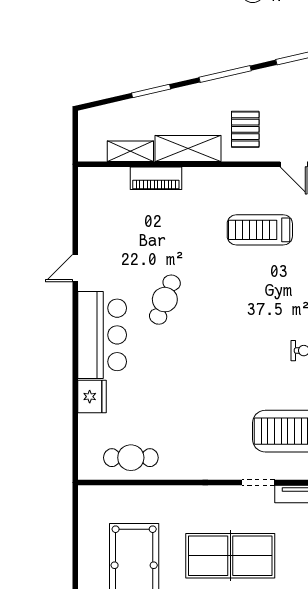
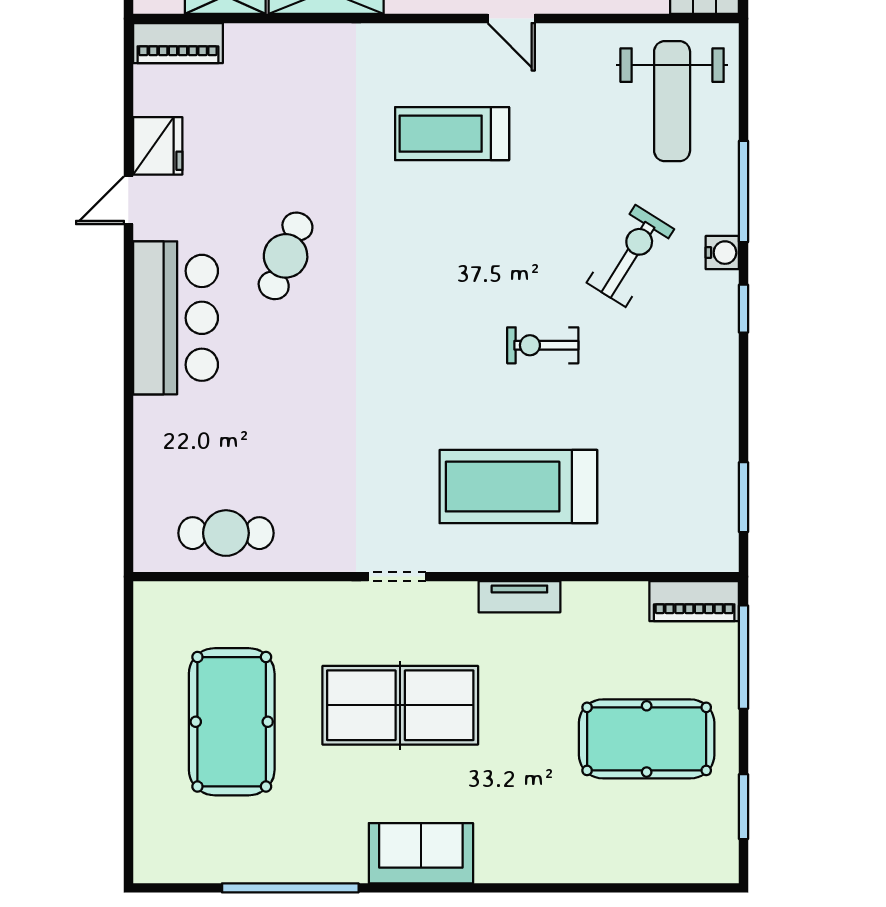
piano: (156, 178) -> (178, 43), moved
fridge: (92, 397) -> (158, 146), moved
doorway: (258, 482) -> (397, 577), moved

